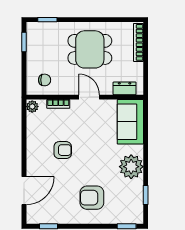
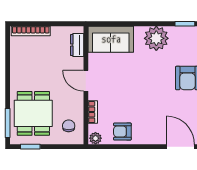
window: (47, 20) -> (8, 123), width x1.50
dining table: (90, 49) -> (33, 113), moved
door: (89, 97) -> (86, 81), hinge flipped
armchair: (63, 150) -> (122, 132), moved, turned -90

